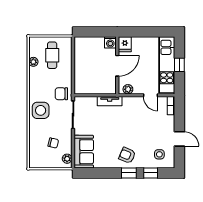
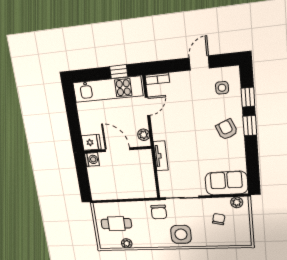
window: (179, 65) -> (119, 72), moved
armchair: (127, 155) -> (227, 129), turned 134

